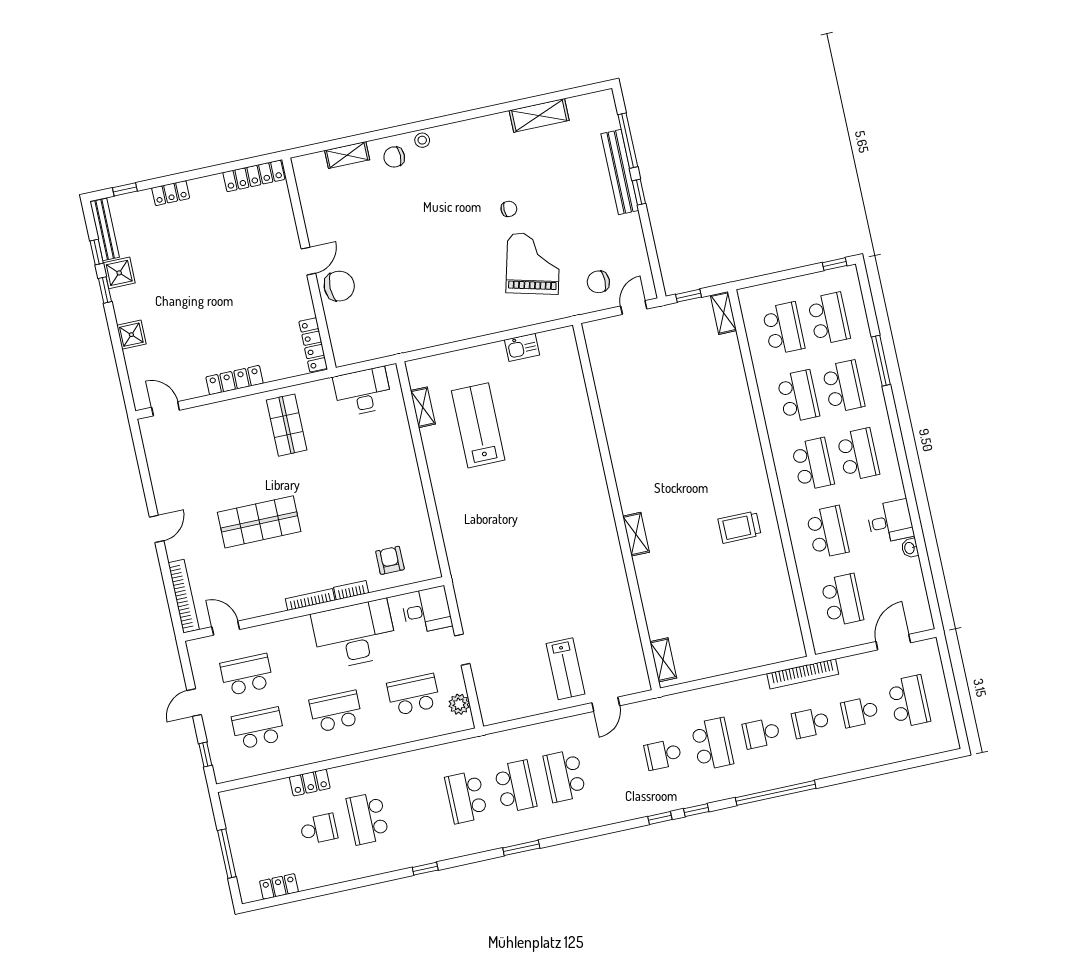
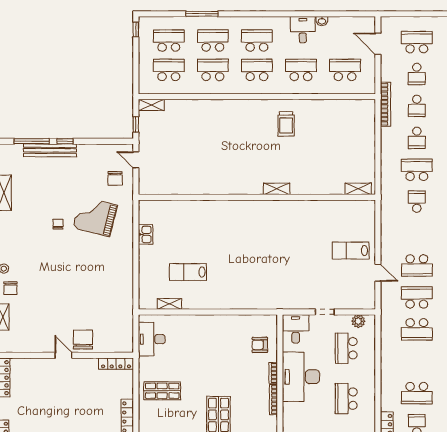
lab bench: (478, 425) -> (188, 272), width x0.73, depth x0.72
lab bench: (566, 669) -> (351, 251), turned 180
door: (606, 704) -> (378, 273), moved
school desk: (663, 755) -> (417, 202), turned 180

